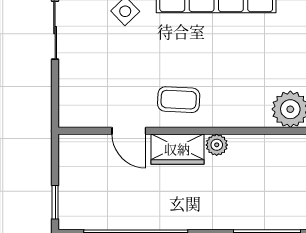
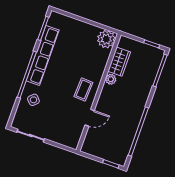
wardrobe: (177, 149) -> (119, 62), moved

